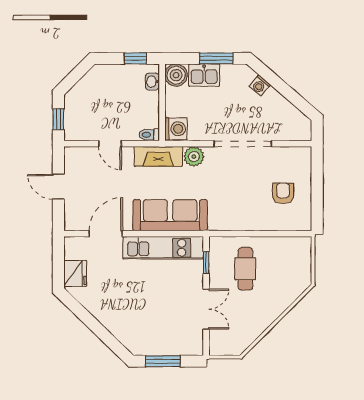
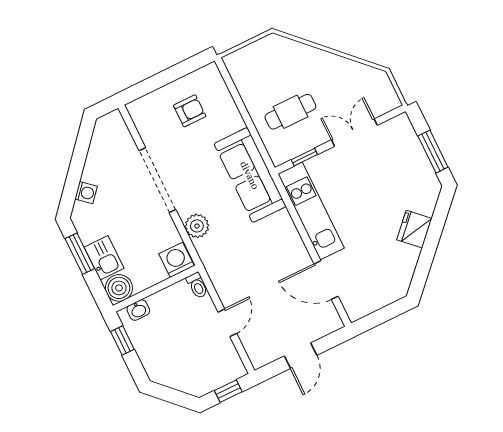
fireplace: (158, 156) -> (216, 264), removed
armchair: (283, 193) -> (190, 111), turned 180
sofa: (170, 215) -> (250, 175), moved
fridge: (75, 274) -> (414, 229), moved, turned -46

